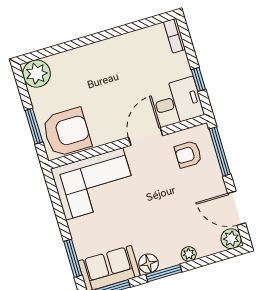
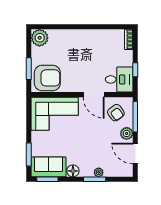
door: (146, 137) -> (94, 95), swing flipped
armchair: (188, 154) -> (116, 113), turned -126
plant: (231, 239) -> (127, 133), moved
window: (164, 273) -> (95, 179), moved

